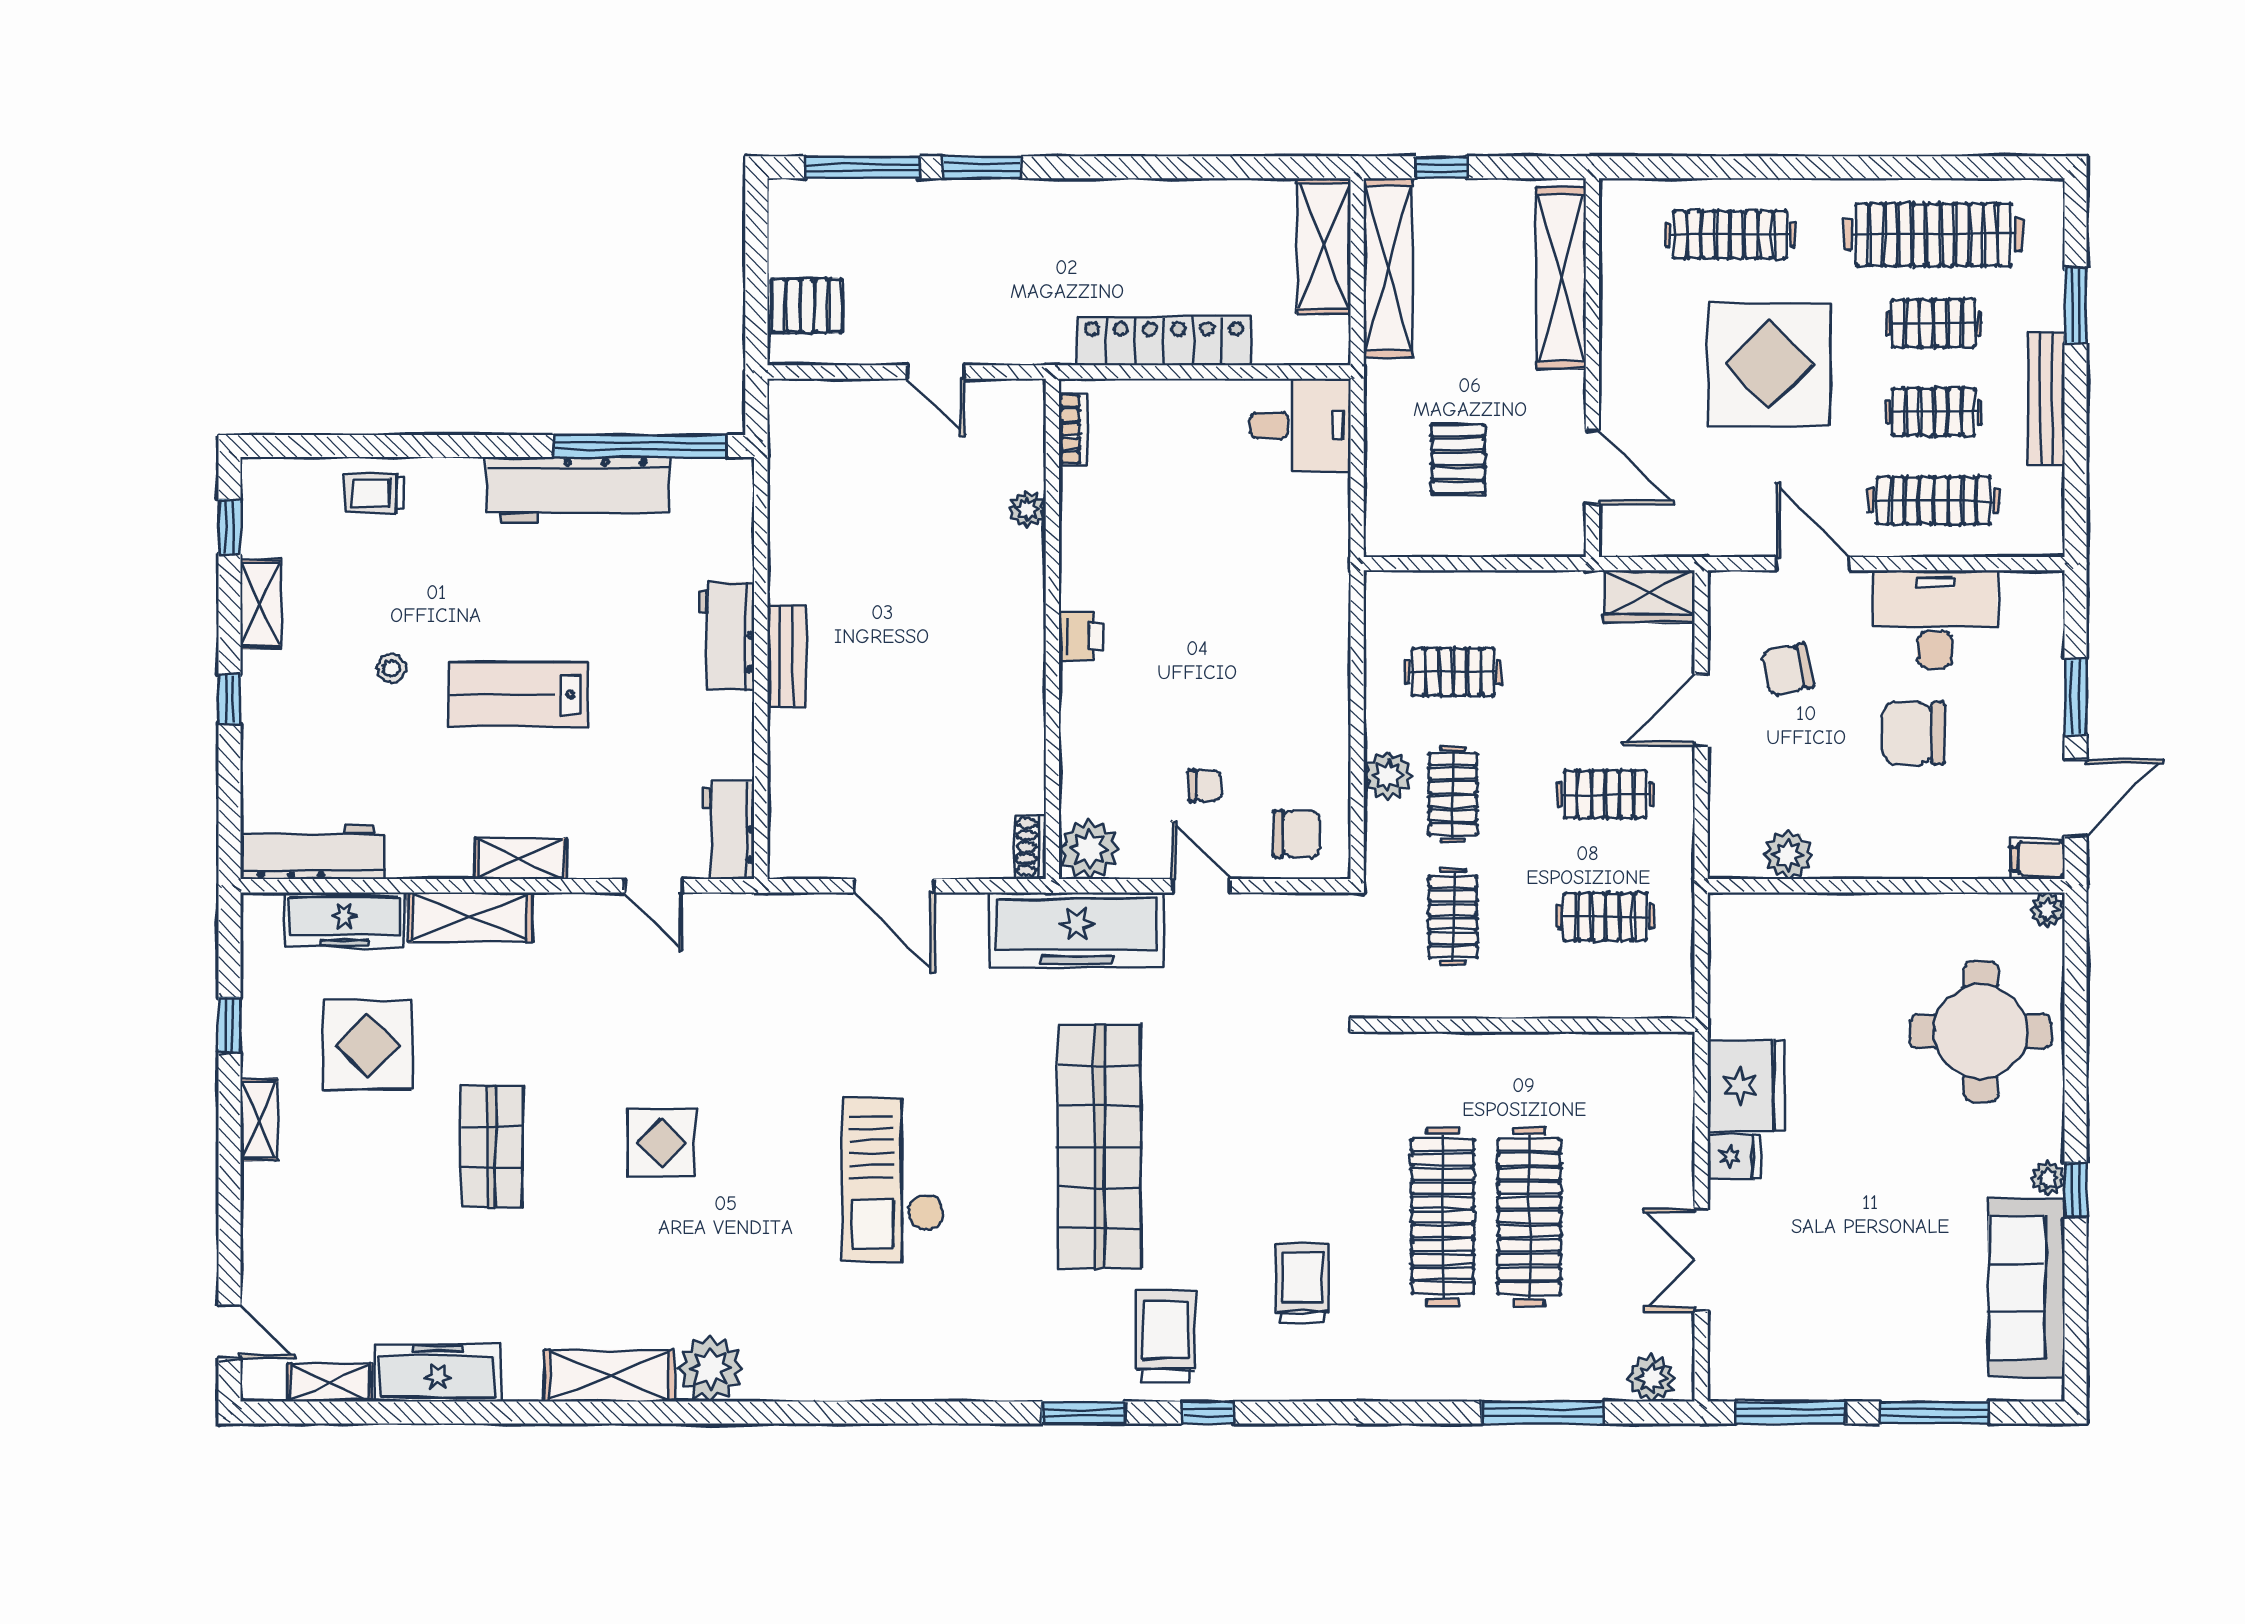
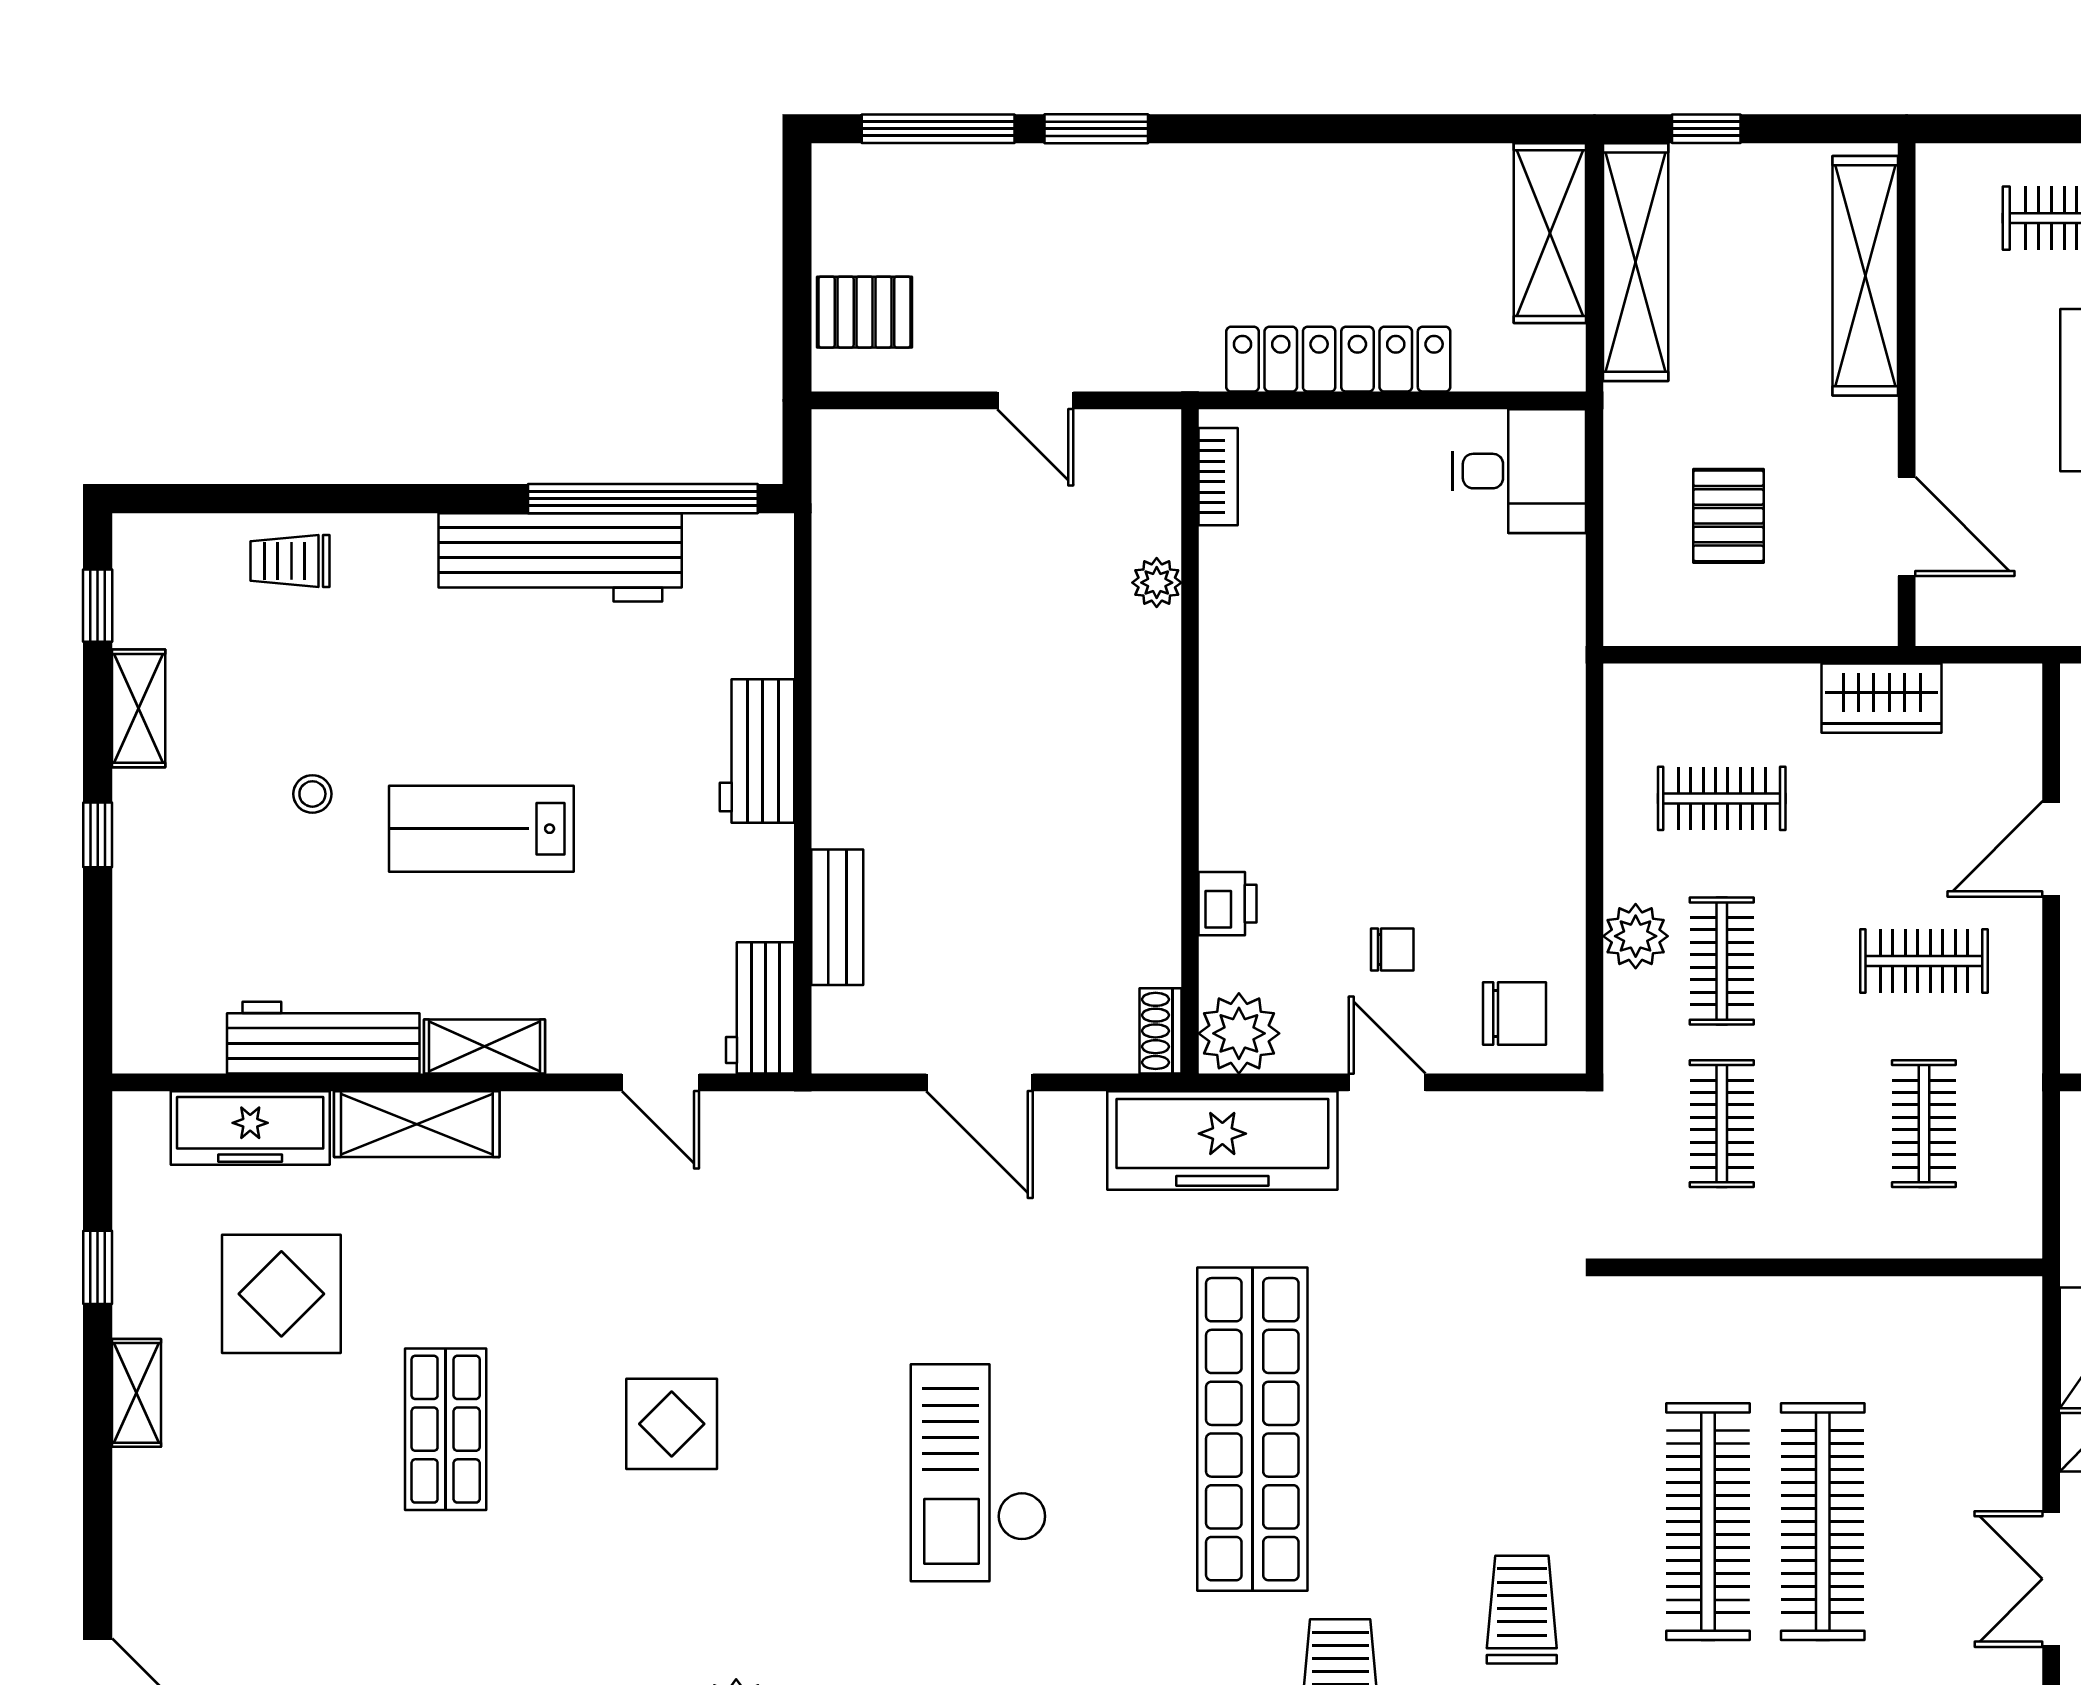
wardrobe: (1649, 596) -> (1882, 698), moved
printer: (1081, 637) -> (1228, 904), moved
bench: (787, 656) -> (837, 917), moved
workbench: (313, 852) -> (323, 1038), moved
clothes rail: (1605, 917) -> (1924, 1124), turned 90

